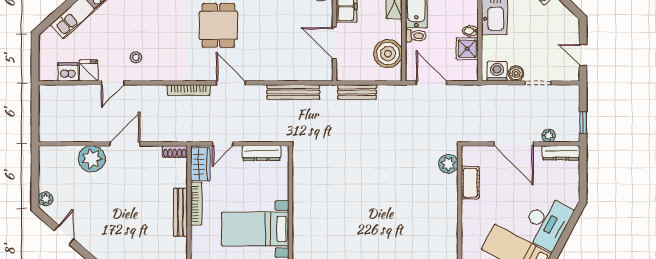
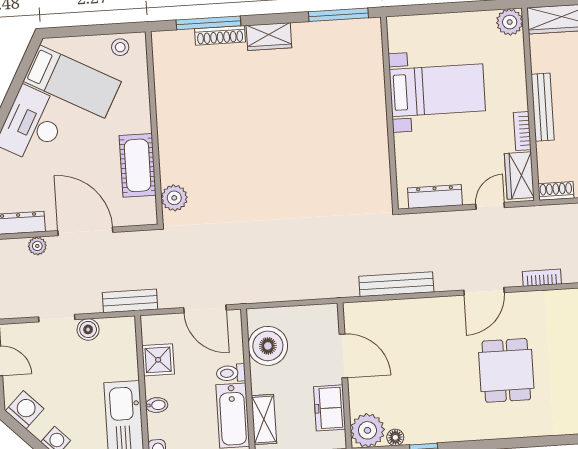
bidet: (470, 31) -> (157, 405), moved
washing machine: (497, 71) -> (25, 410), moved, turned -135
door: (231, 83) -> (484, 291), hinge flipped
bookcase: (189, 90) -> (542, 278), width x0.64
bench: (357, 92) -> (130, 301), moved
cot: (470, 183) -> (138, 165), width x1.37, depth x1.34
bookcase: (196, 204) -> (522, 131), width x0.64

